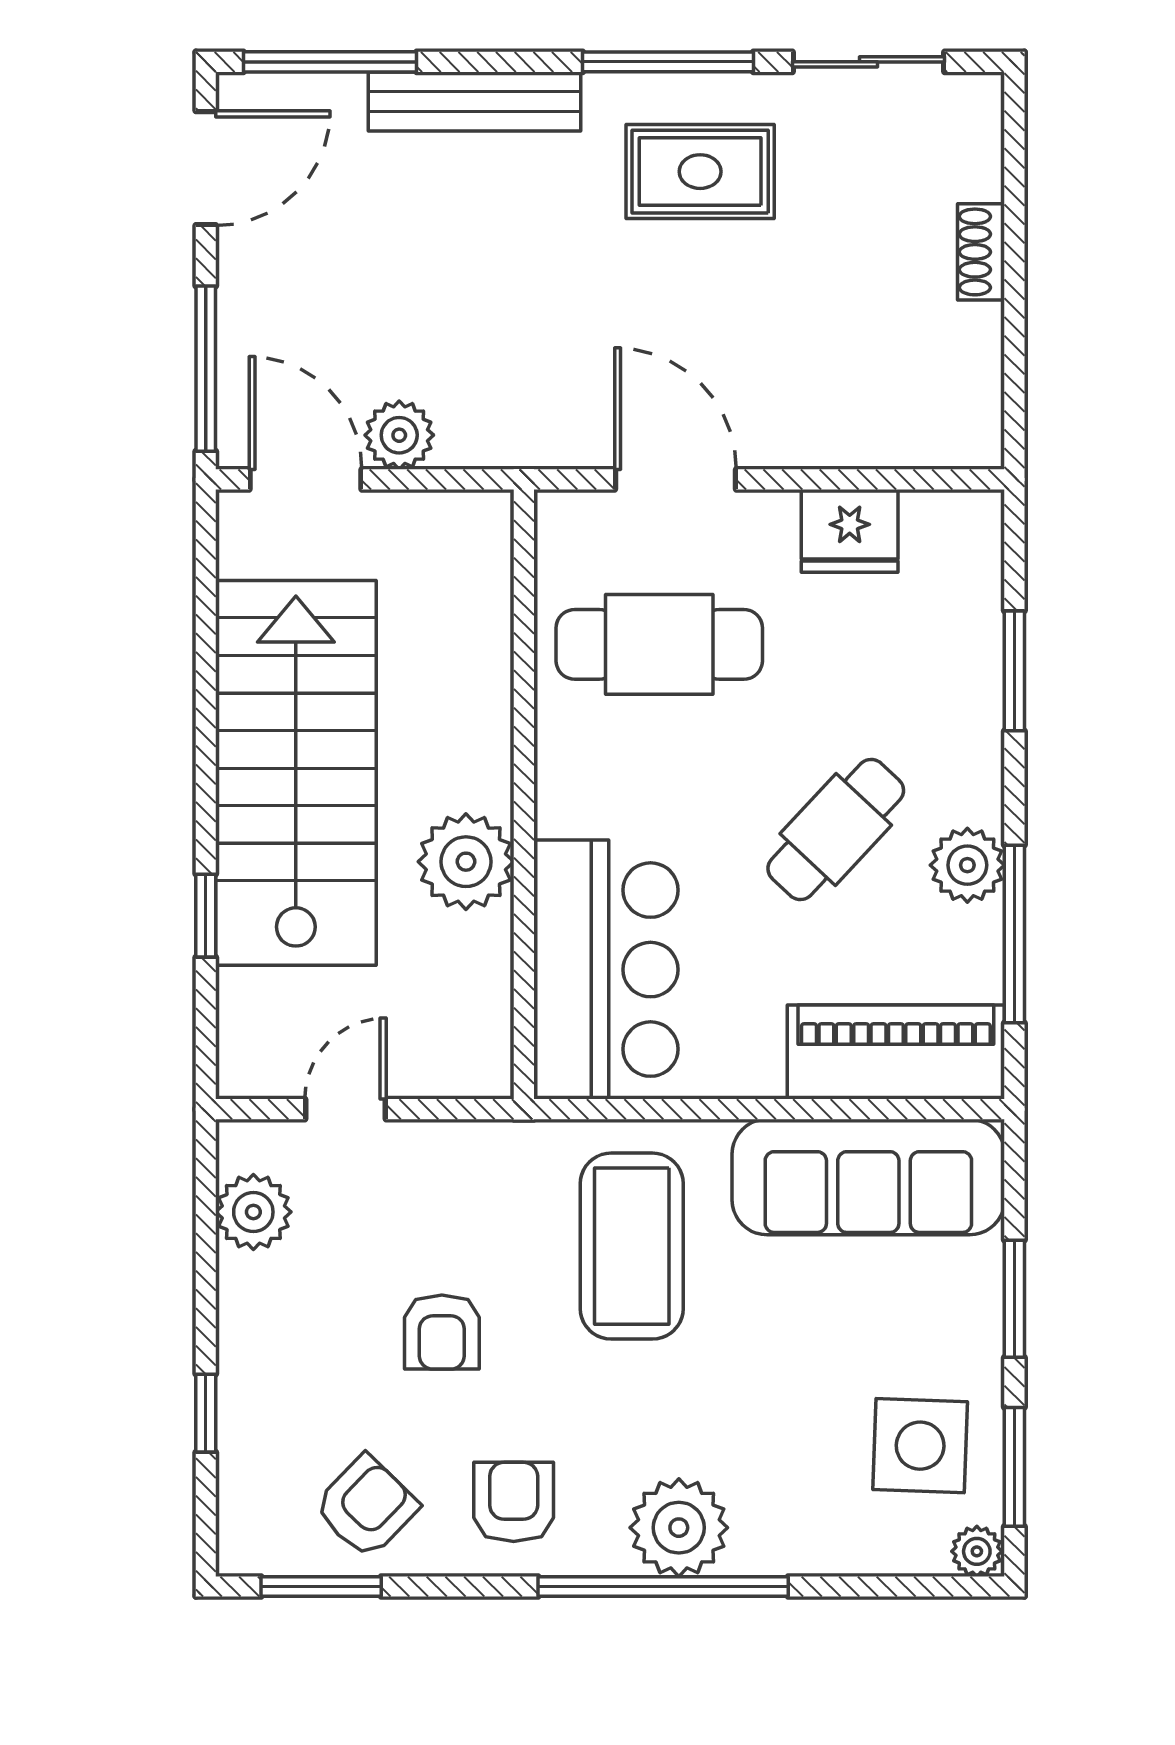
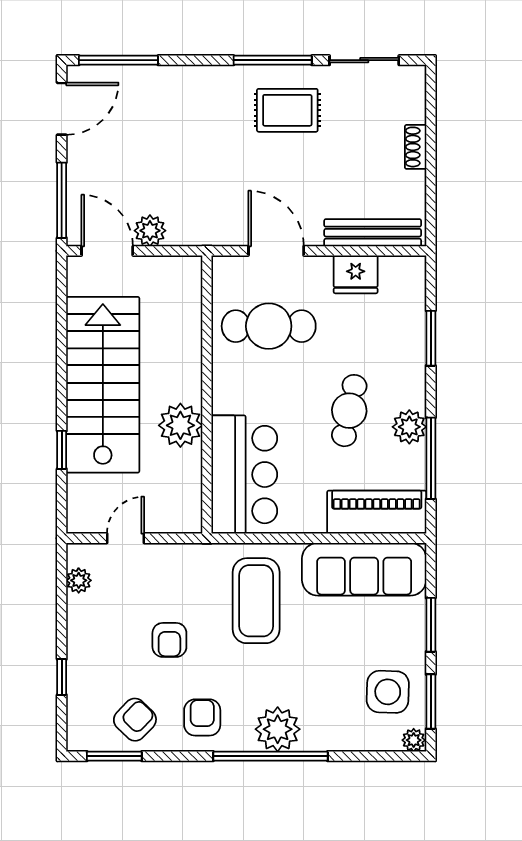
bench: (474, 101) -> (373, 233), moved
cafe table: (836, 829) -> (349, 411), turned -31
plant: (253, 1212) -> (79, 580), width x0.73, depth x0.73

